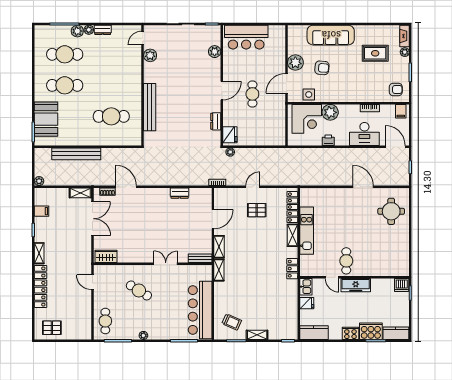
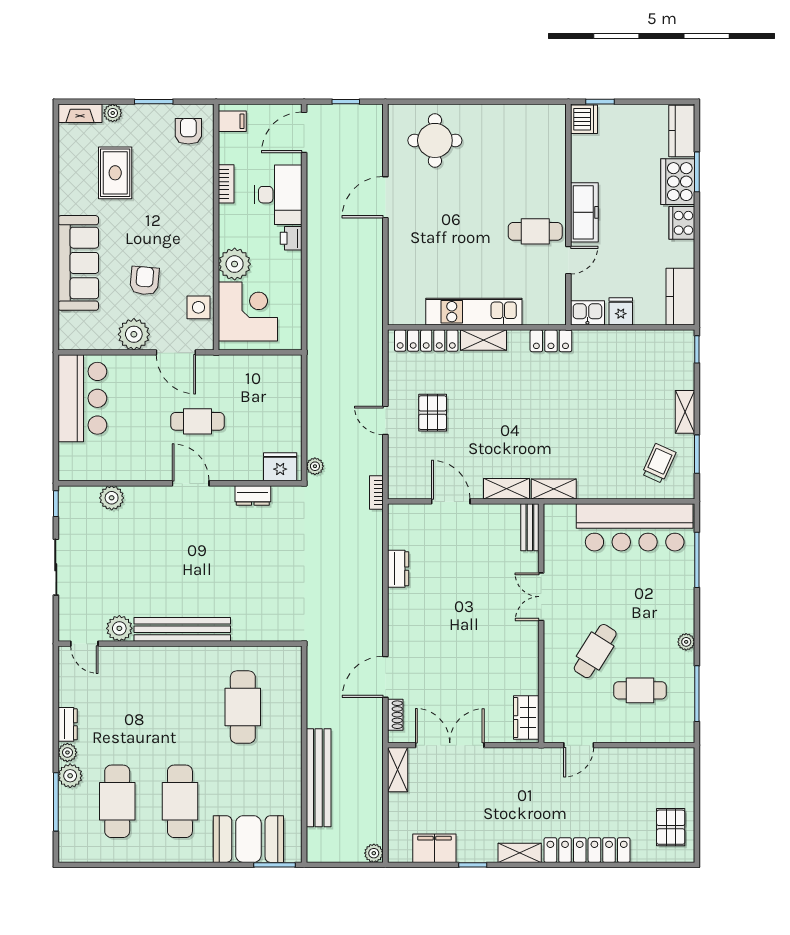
bar counter: (246, 37) -> (82, 398), moved
bench: (150, 107) -> (182, 629), moved
printer: (328, 140) -> (291, 238), moved
filing cabinet: (41, 211) -> (434, 848), width x2.00
cafe table: (105, 321) -> (640, 690), moved

